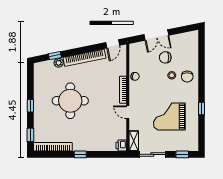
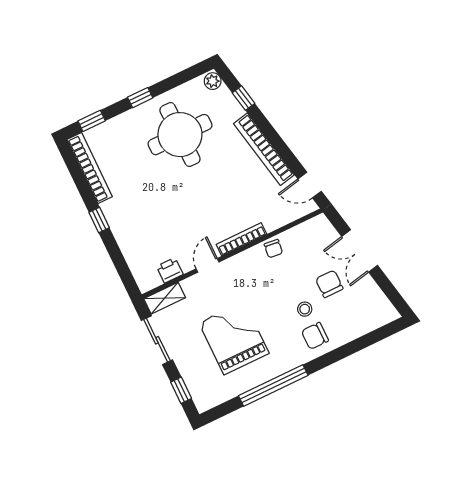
plant: (59, 63) -> (213, 81), moved
round table: (70, 101) -> (180, 135), moved
window: (202, 108) -> (273, 385), width x3.17
printer: (121, 146) -> (170, 270), moved

